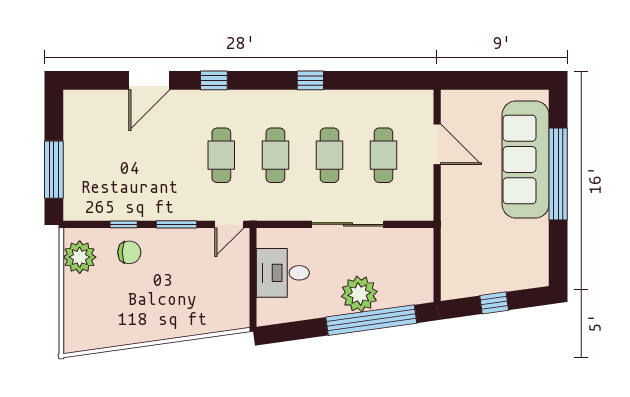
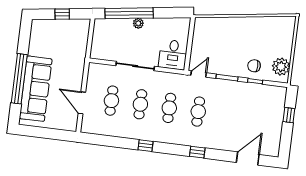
door: (149, 80) -> (248, 159), moved
window: (54, 170) -> (289, 115), width x0.46
desk: (283, 273) -> (173, 55), moved, turned 90
plant: (359, 294) -> (138, 23), width x0.53, depth x0.53

